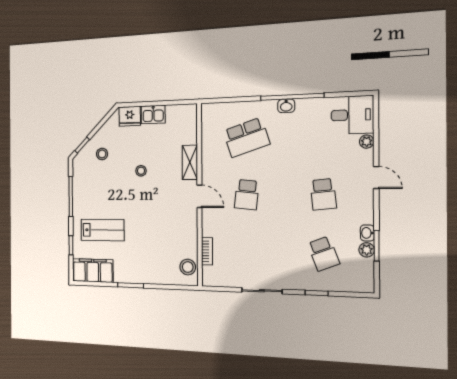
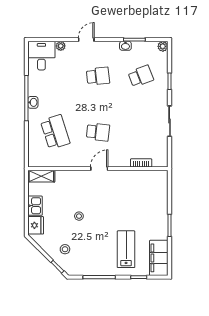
shelving: (190, 162) -> (41, 176), moved
plant: (367, 250) -> (163, 46), moved
stool: (188, 267) -> (154, 178), removed

